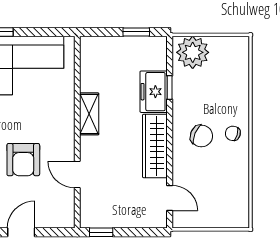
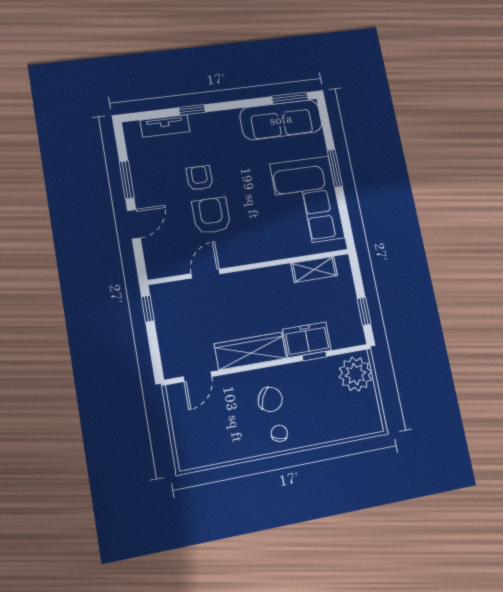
shelving: (89, 114) -> (314, 269), moved
chair: (201, 136) -> (270, 399), turned -88
armchair: (23, 160) -> (211, 216), turned 90
door: (21, 232) -> (134, 224), hinge flipped

